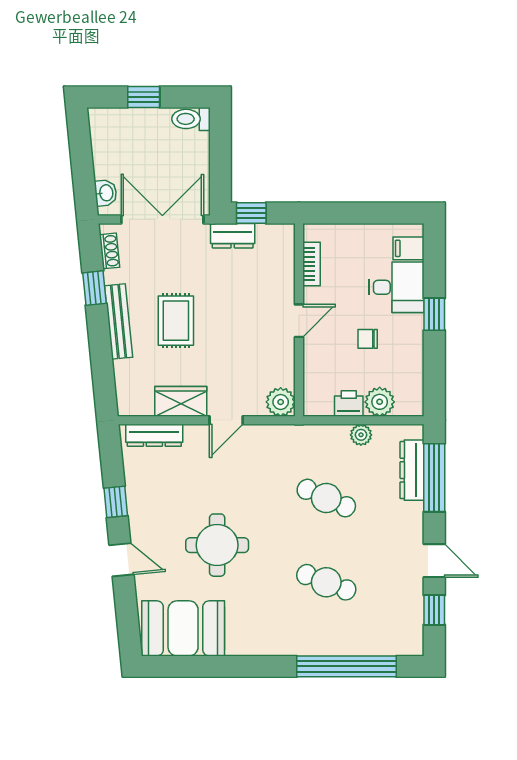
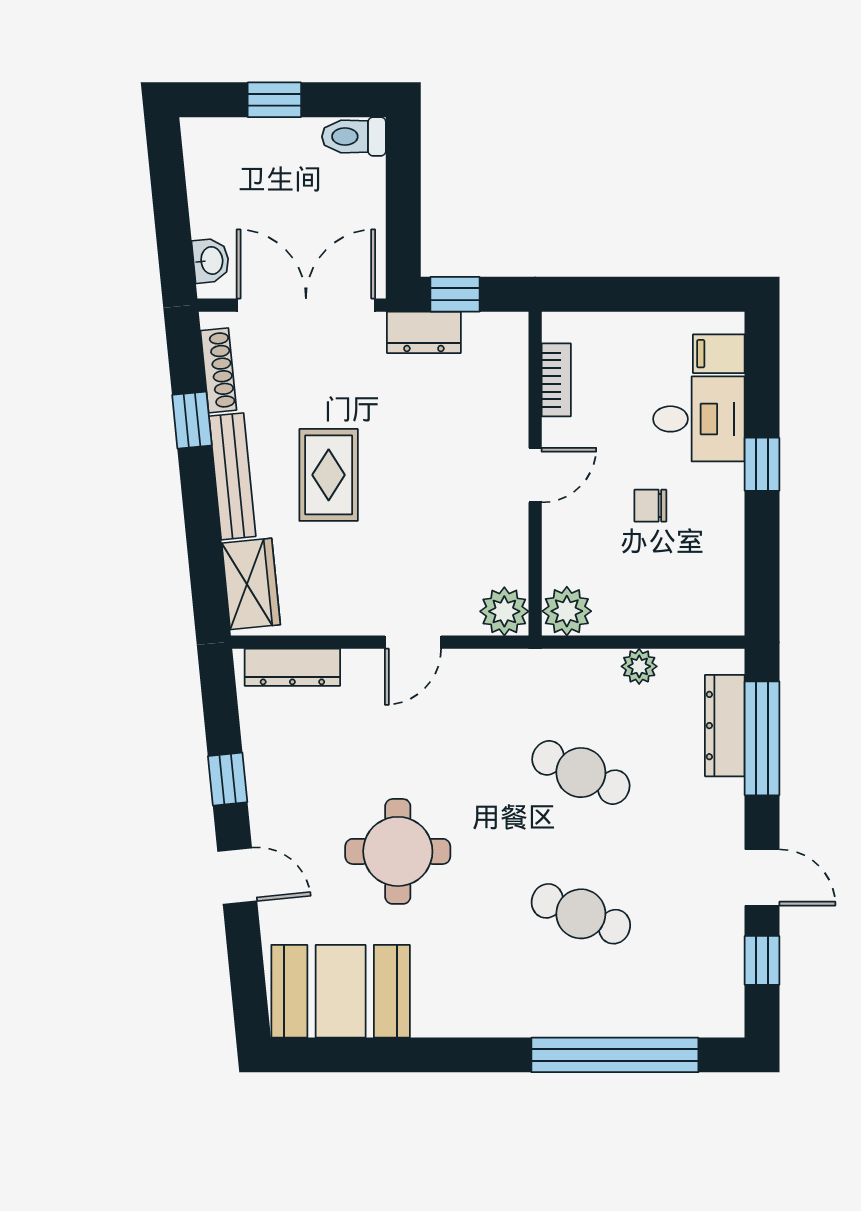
shoe rack: (110, 251) -> (218, 370), width x1.43
wardrobe: (181, 401) -> (251, 584), moved, turned 84
plant: (380, 402) -> (567, 611), moved
printer: (349, 404) -> (619, 614), removed

